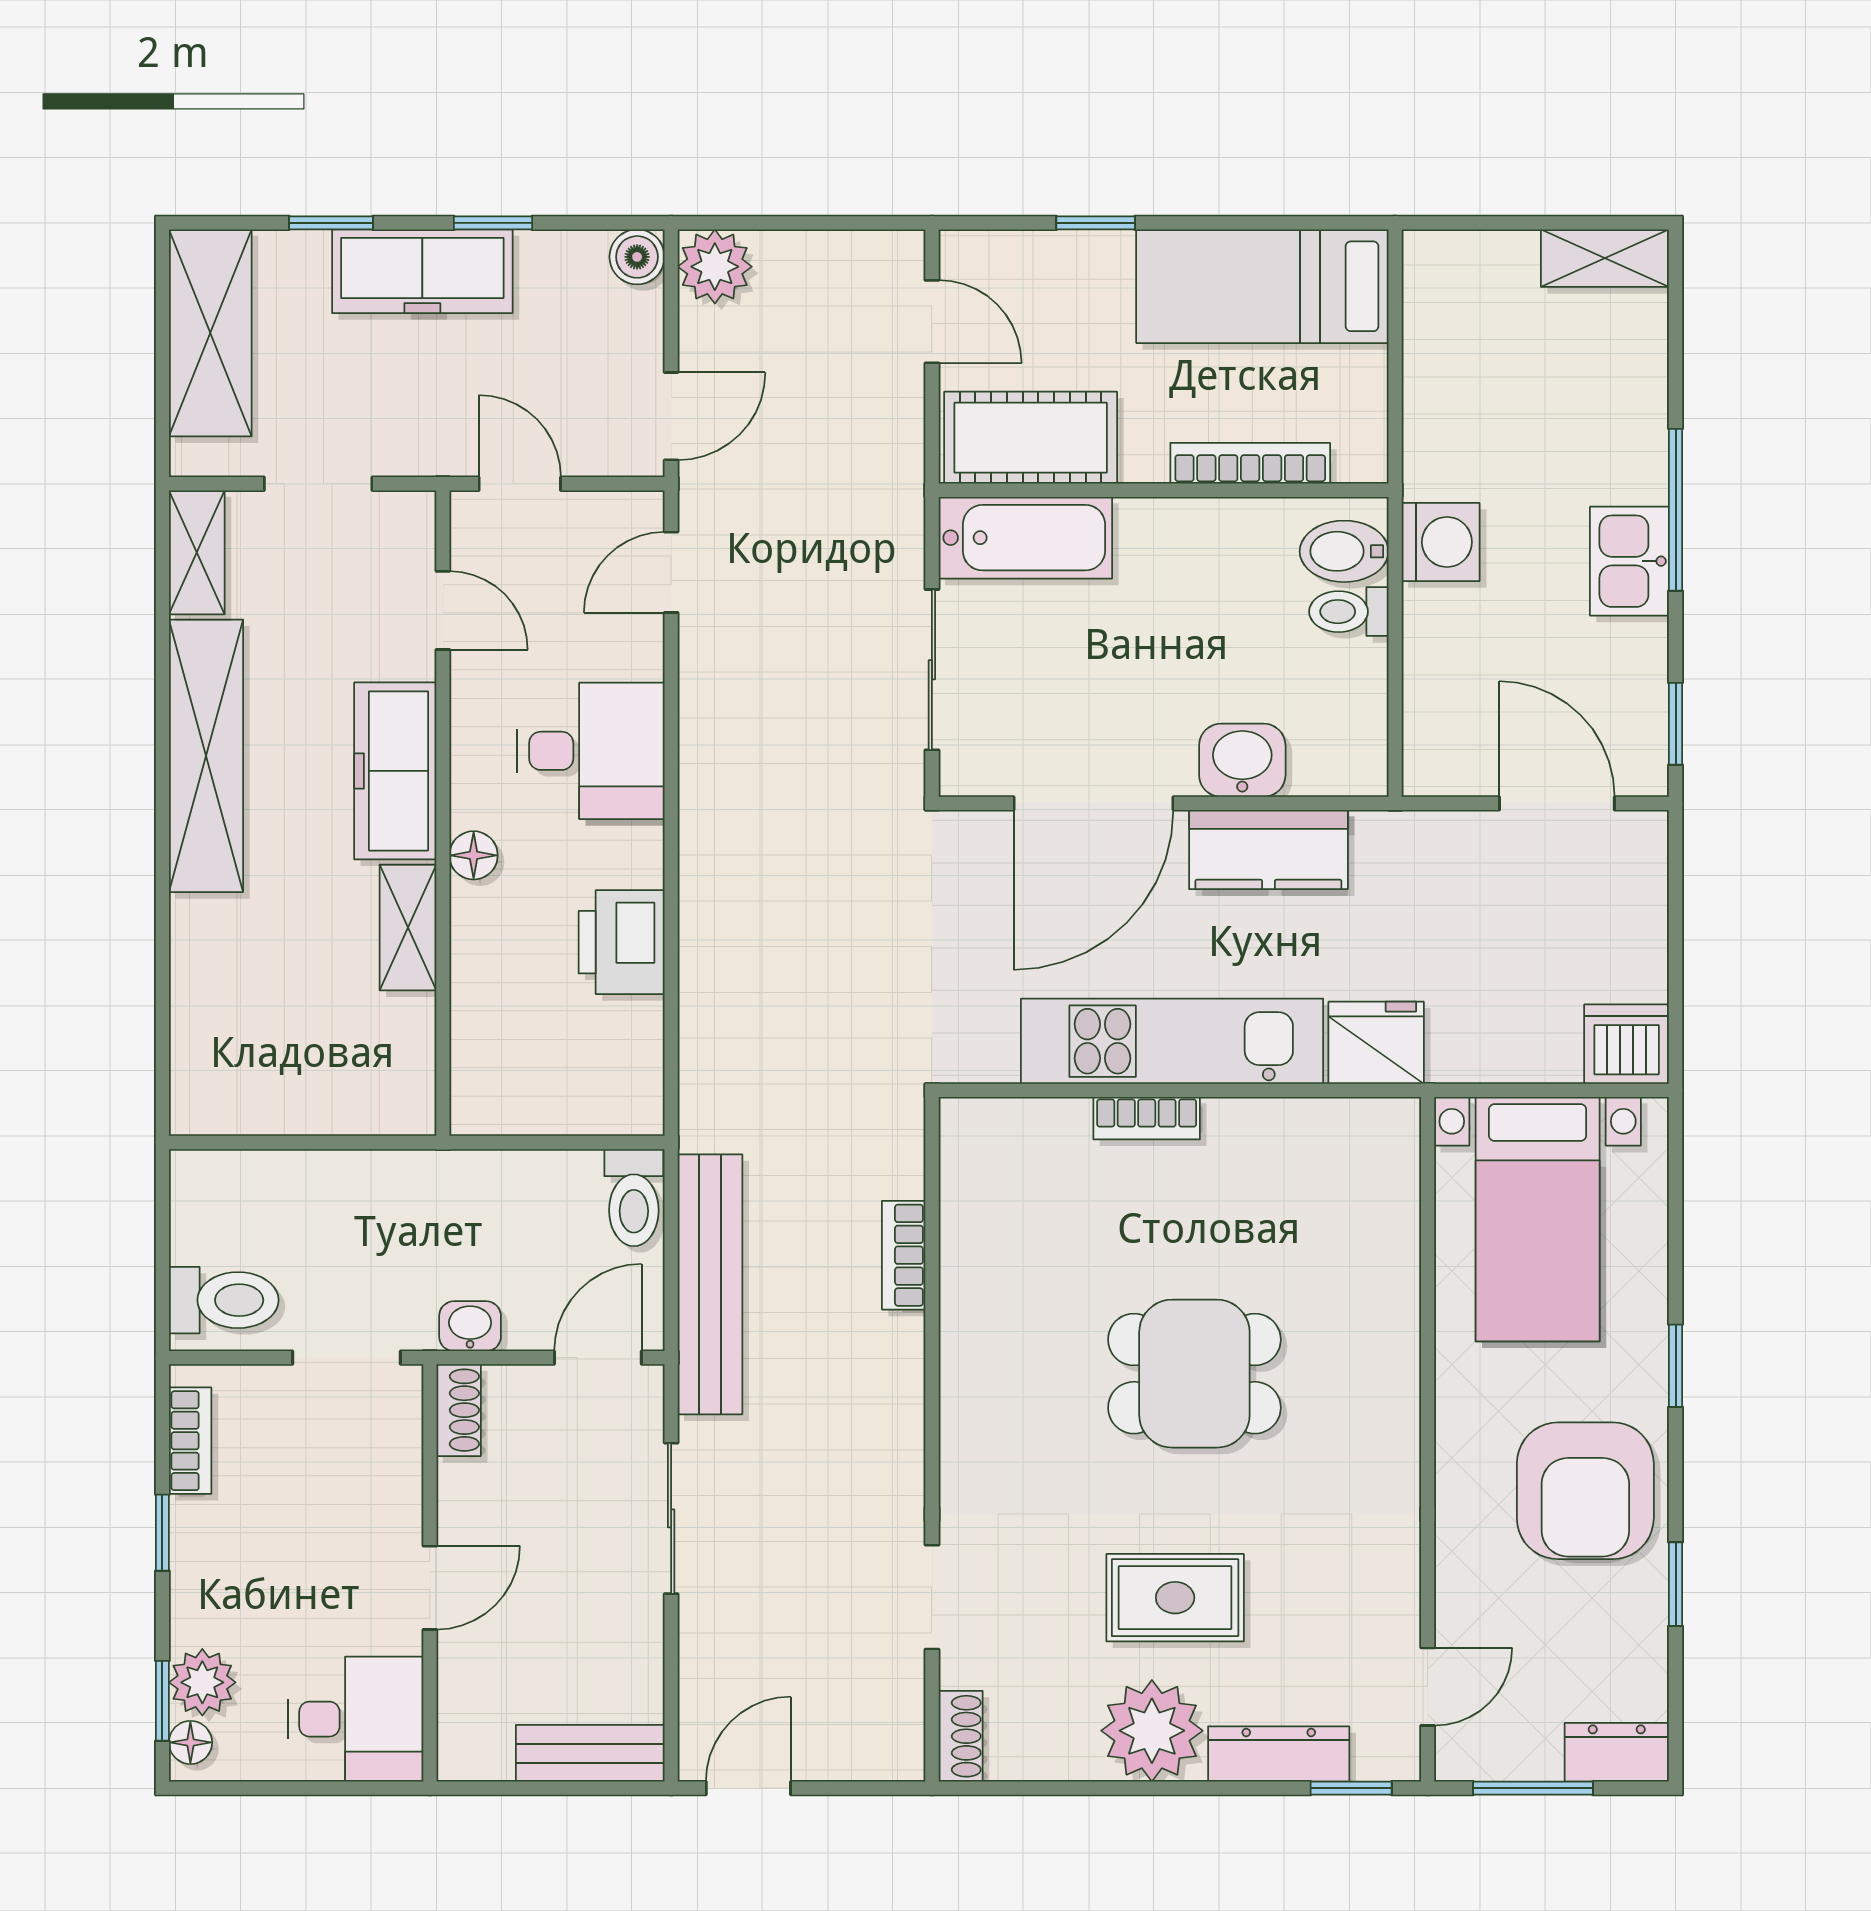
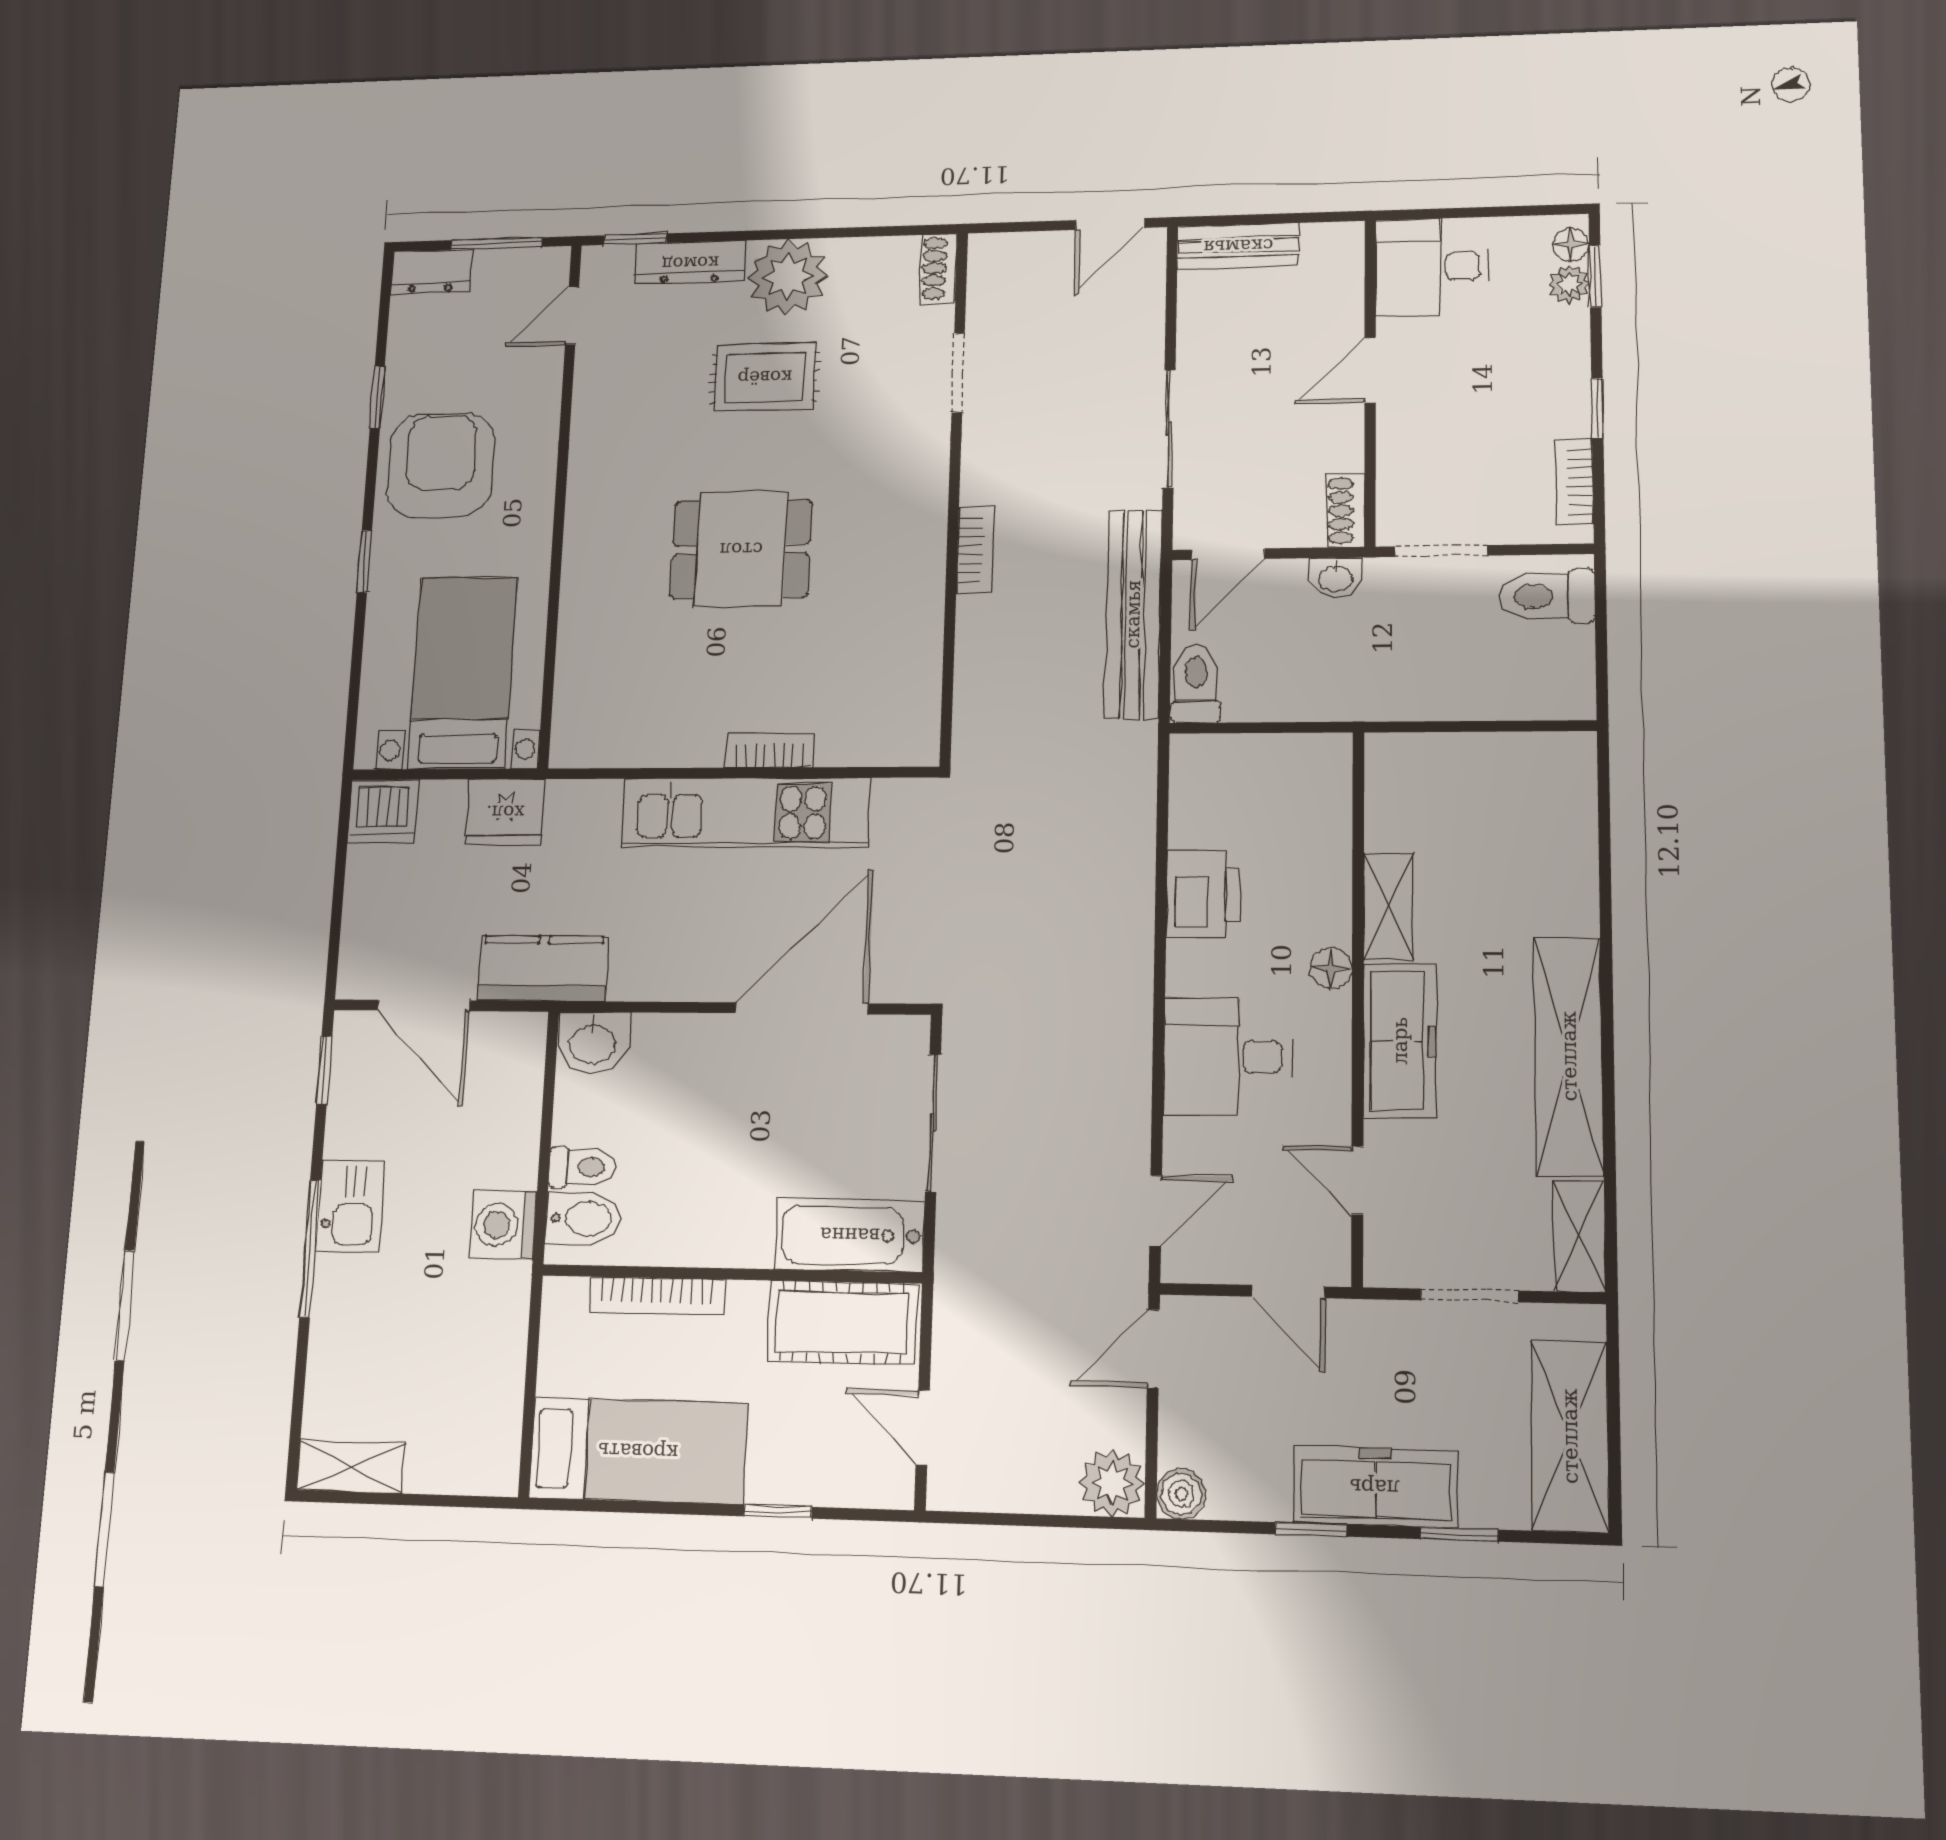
washbasin: (1242, 760) -> (592, 1042), moved
kitchen counter: (1268, 850) -> (543, 968), moved
fridge: (1376, 1043) -> (505, 812), moved
bookcase: (904, 1255) -> (975, 550), moved
plant: (202, 1682) -> (1569, 284), width x0.73, depth x0.73

